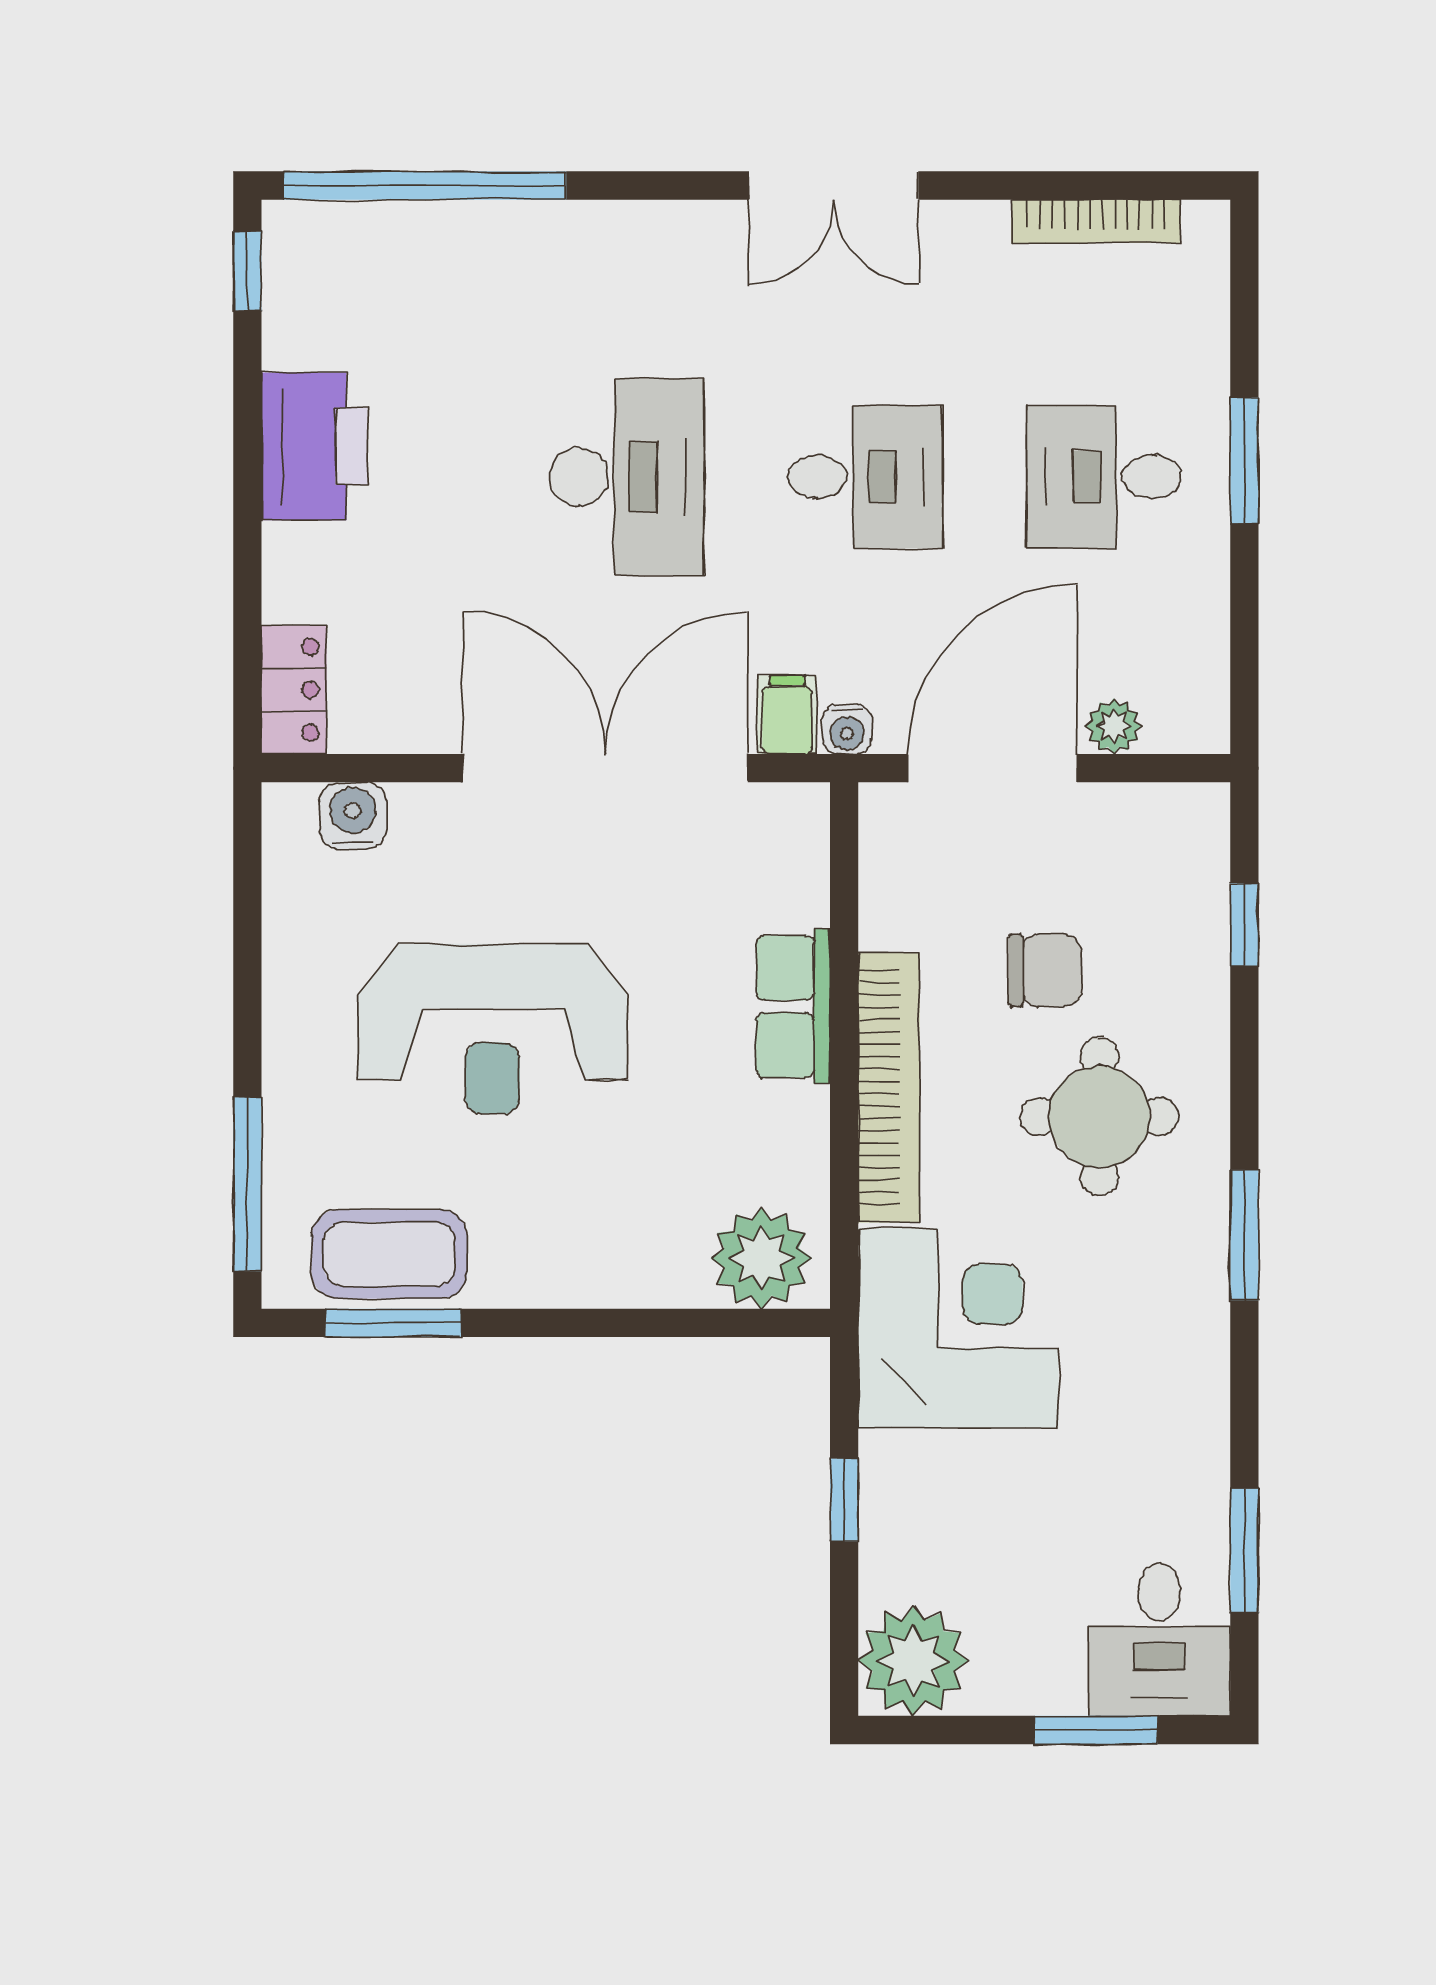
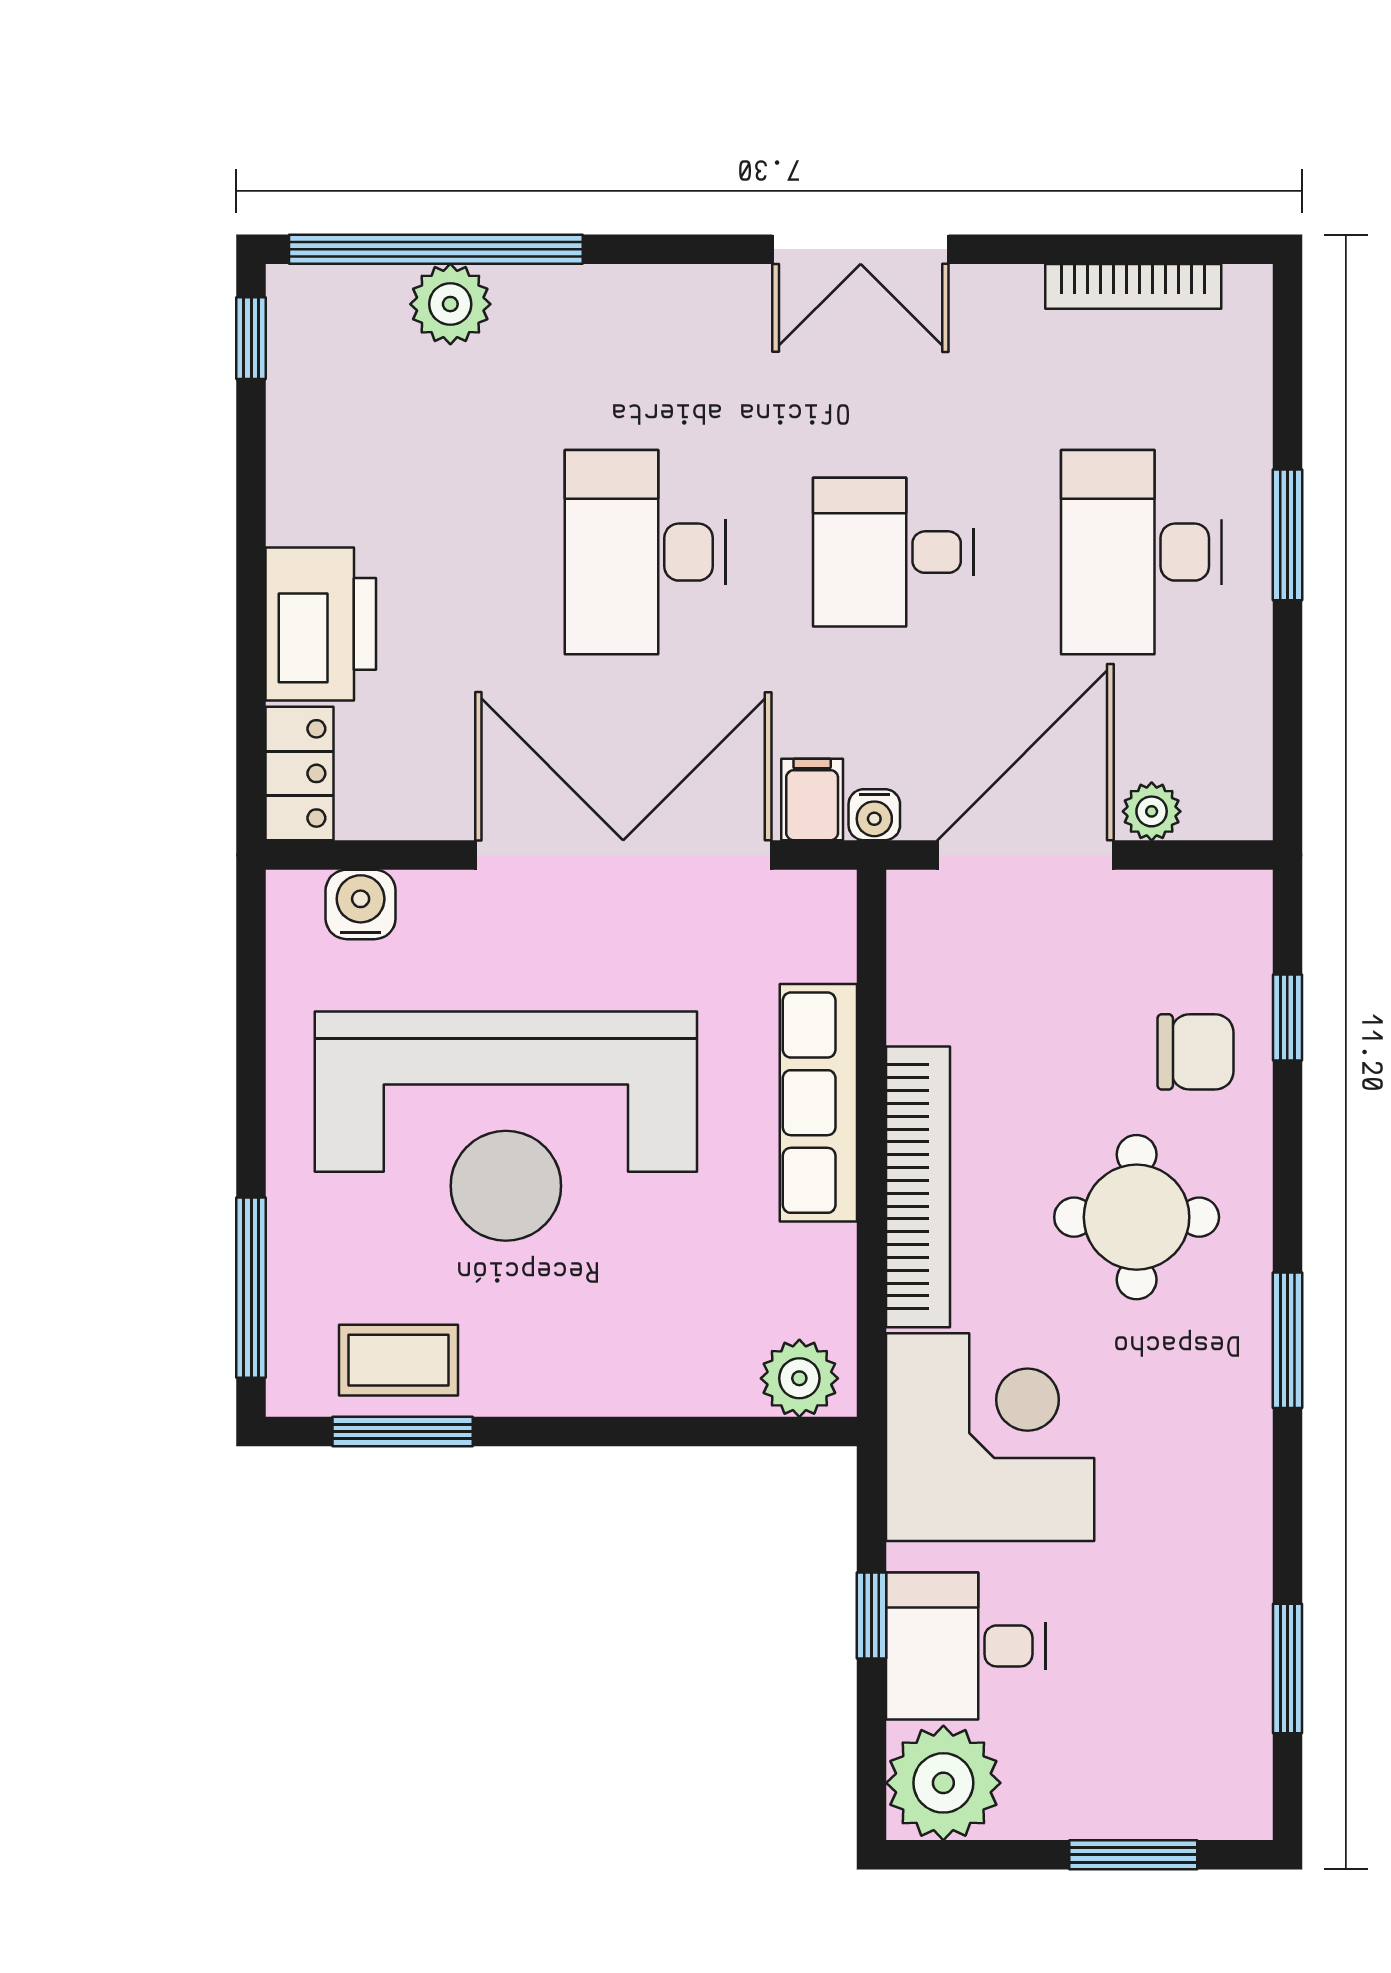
plant: (439, 238) -> (450, 304), added
printer: (314, 446) -> (321, 624), moved
desk: (627, 477) -> (645, 552), turned 180
desk: (865, 477) -> (893, 552), turned 180
desk: (1104, 477) -> (1141, 552), width x1.37
chair: (1045, 970) -> (1195, 1052), moved
row of seats: (793, 1006) -> (818, 1103), width x1.48
reception desk: (493, 1029) -> (506, 1126), width x1.36, depth x1.30
coffee table: (389, 1254) -> (399, 1360), width x0.73, depth x0.77
plant: (761, 1258) -> (799, 1378), width x0.73, depth x0.73
desk: (1159, 1640) -> (966, 1646), moved, turned 90

